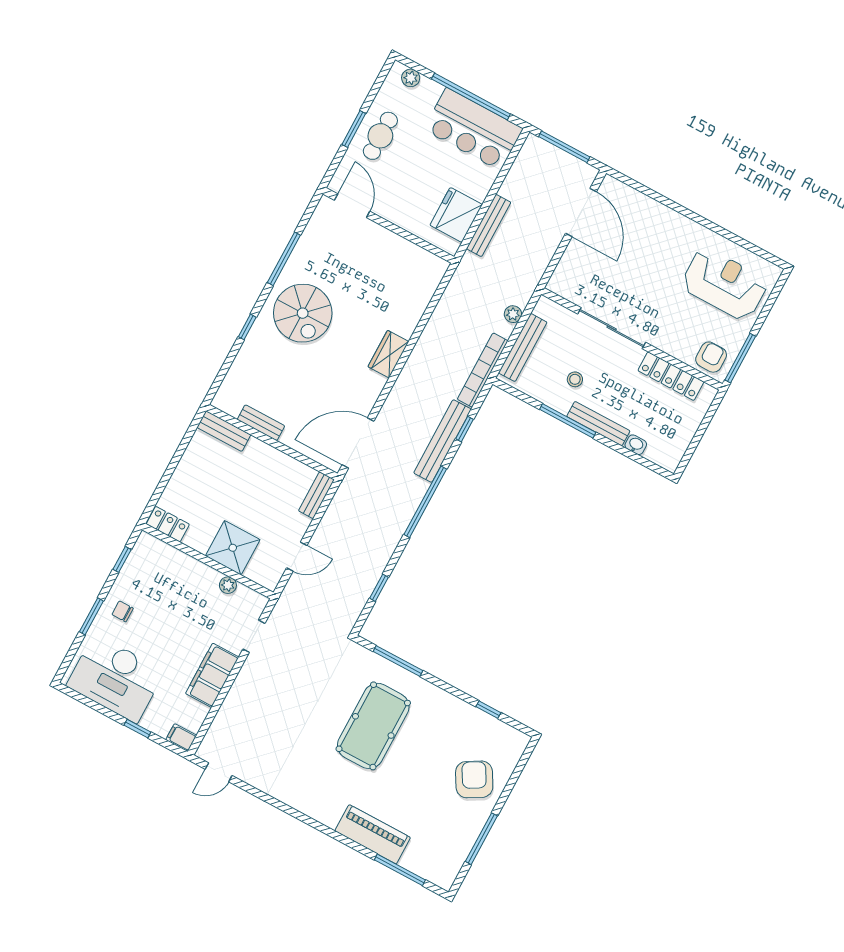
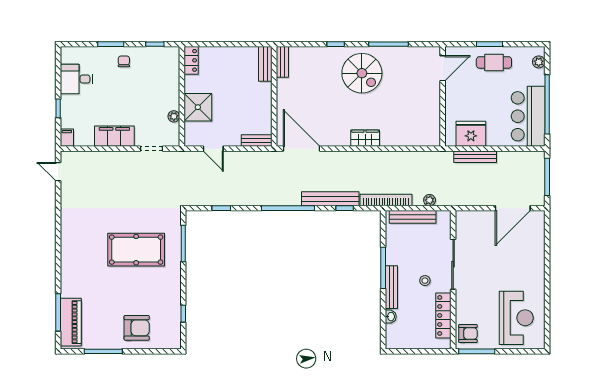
spiral stairs: (303, 313) -> (362, 73), turned -90
stool: (575, 379) -> (425, 281), moved
bench: (261, 423) -> (282, 62), moved
desk: (116, 678) -> (76, 79), width x0.53, depth x0.77
armchair: (474, 779) -> (137, 328), turned 30
piano: (373, 834) -> (71, 322), moved

